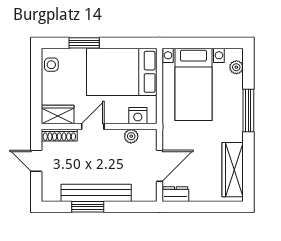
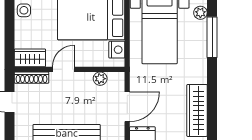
window: (248, 110) -> (212, 37), moved
nightstand: (138, 116) -> (117, 50), moved, turned -90

